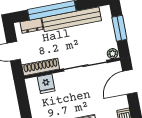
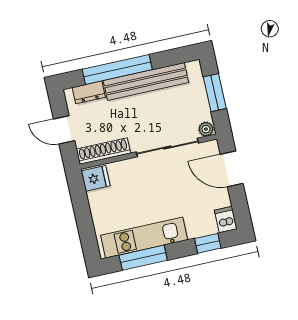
door: (130, 82) -> (232, 169), hinge flipped
fridge: (46, 84) -> (96, 178), moved, turned -90

